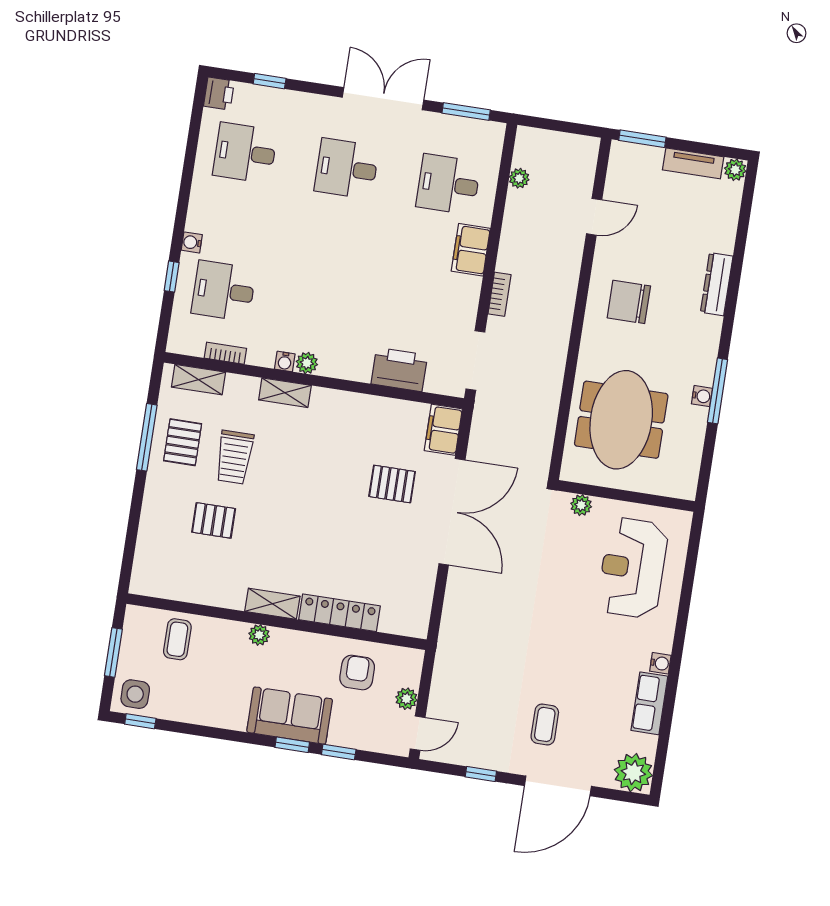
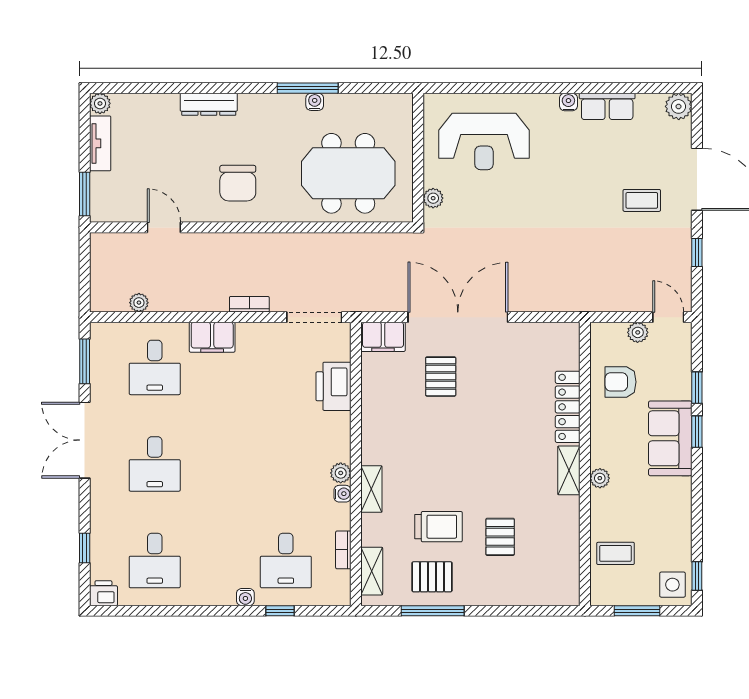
plant: (633, 773) -> (679, 106), width x0.73, depth x0.73

